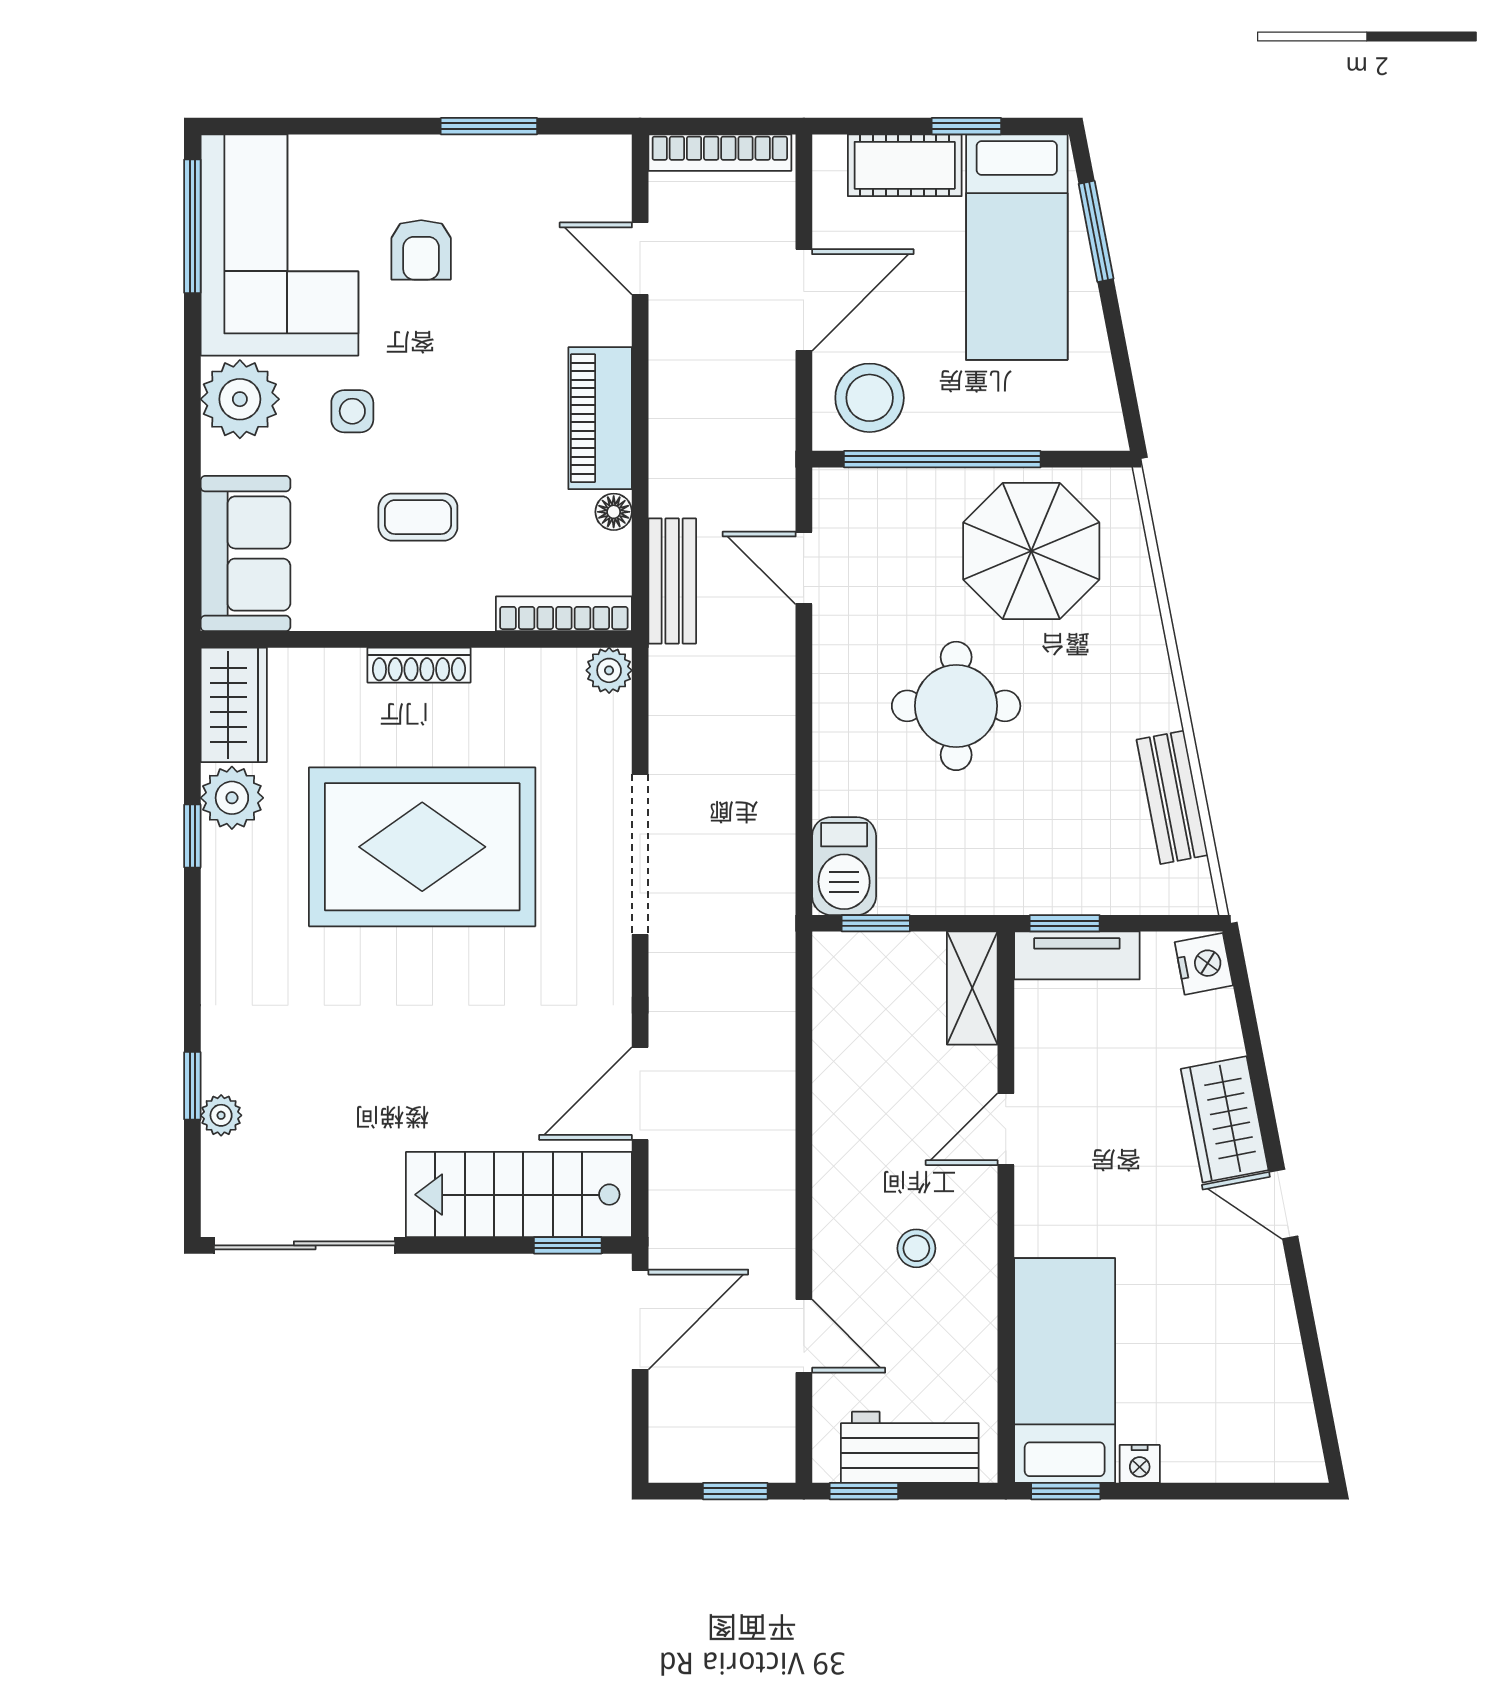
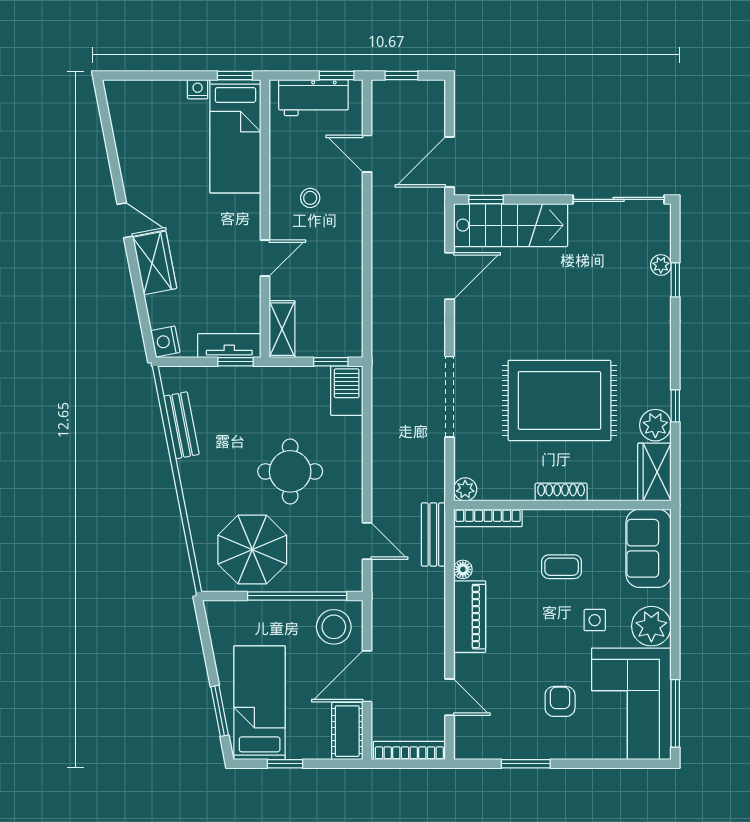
cot: (905, 165) -> (347, 731), moved, turned 90

